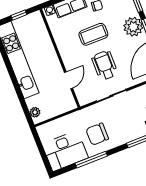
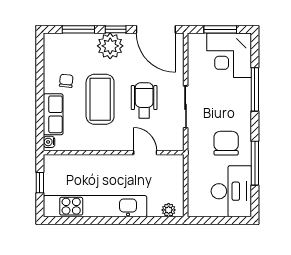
coffee table: (93, 34) -> (100, 99), width x1.36, depth x1.32
wheelchair: (105, 65) -> (144, 100), turned 90
chair: (97, 134) -> (226, 143), turned 180

